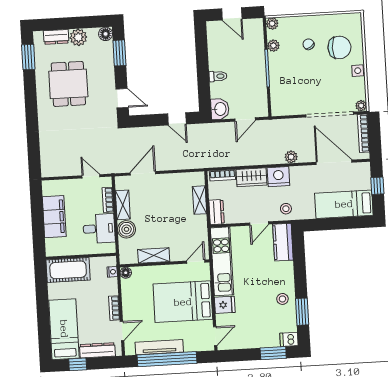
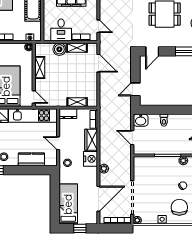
chair: (339, 47) -> (179, 207), turned 180
door: (91, 176) -> (98, 26), hinge flipped
kitchen counter: (283, 242) -> (31, 159), moved

